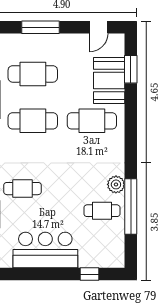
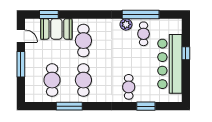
window: (41, 27) -> (21, 64), moved
bar counter: (45, 250) -> (170, 64), width x1.36
window: (90, 274) -> (186, 53), moved

